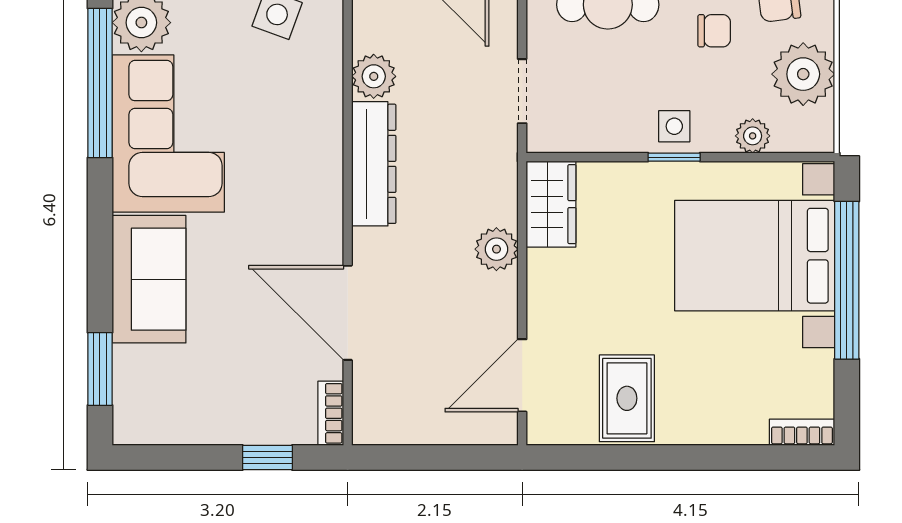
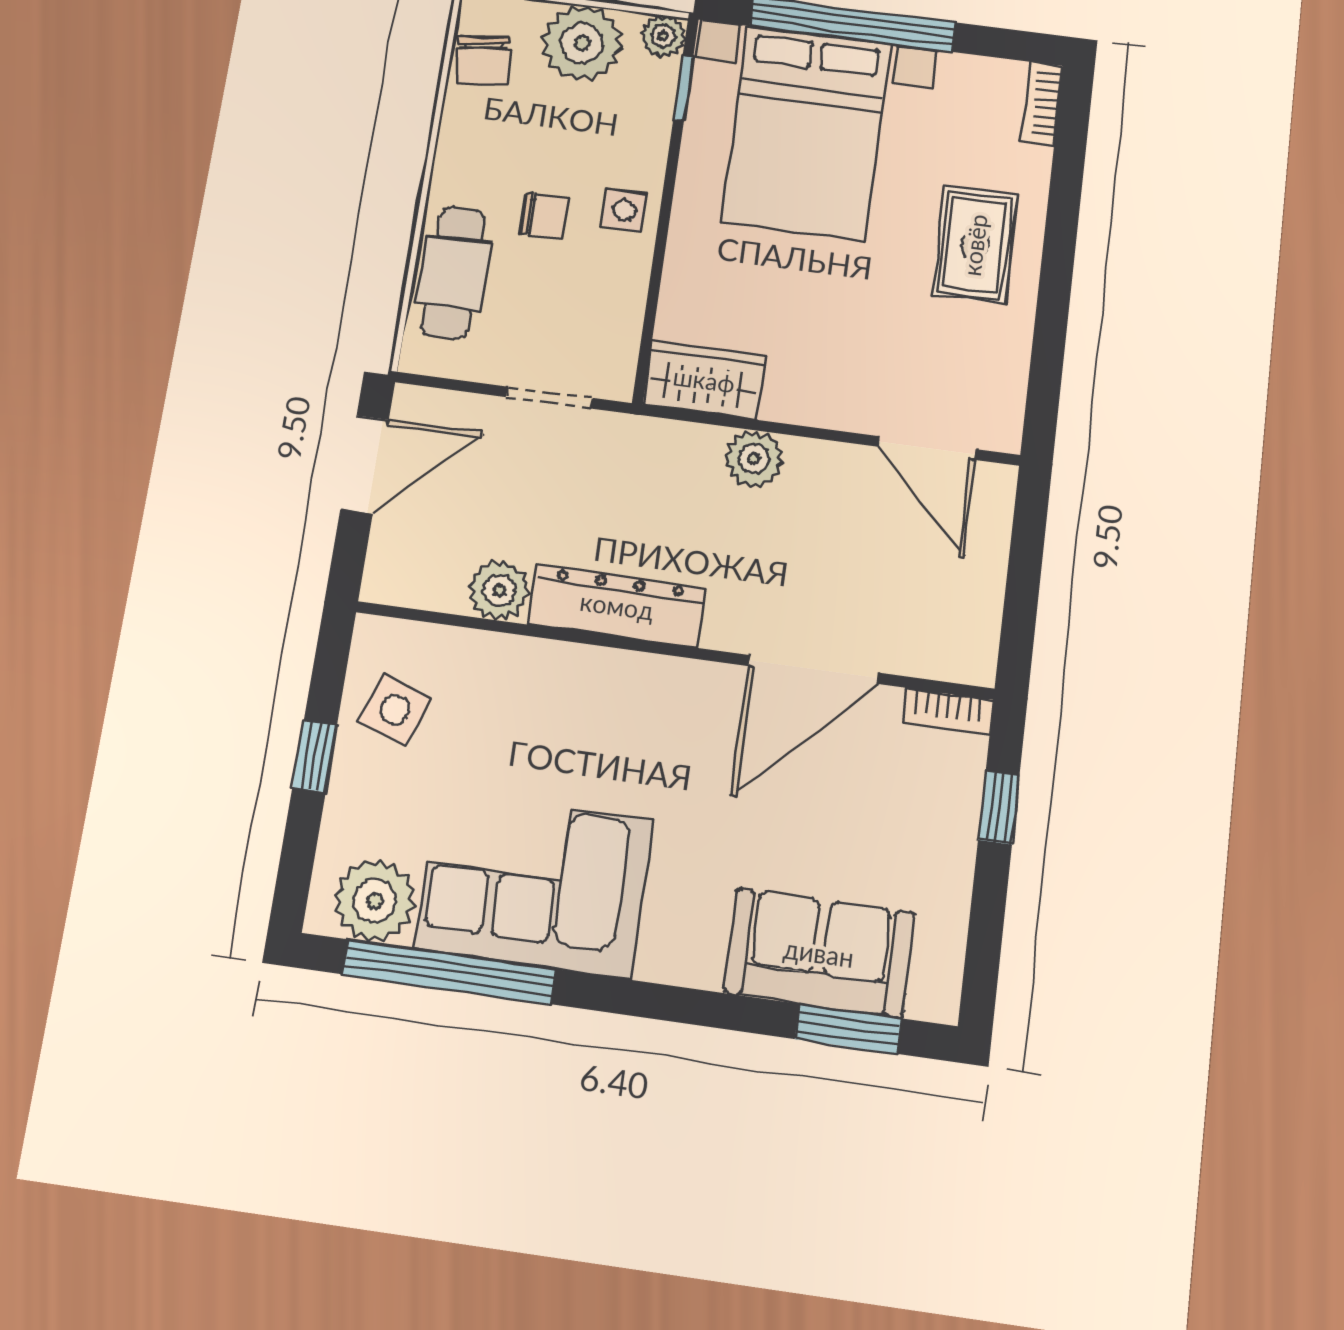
chair: (714, 31) -> (544, 215), moved, turned 90
plant: (753, 136) -> (663, 36), moved
window: (674, 157) -> (683, 88), moved
sofa: (149, 279) -> (819, 953), moved
rug: (627, 398) -> (975, 245), moved, turned 90

